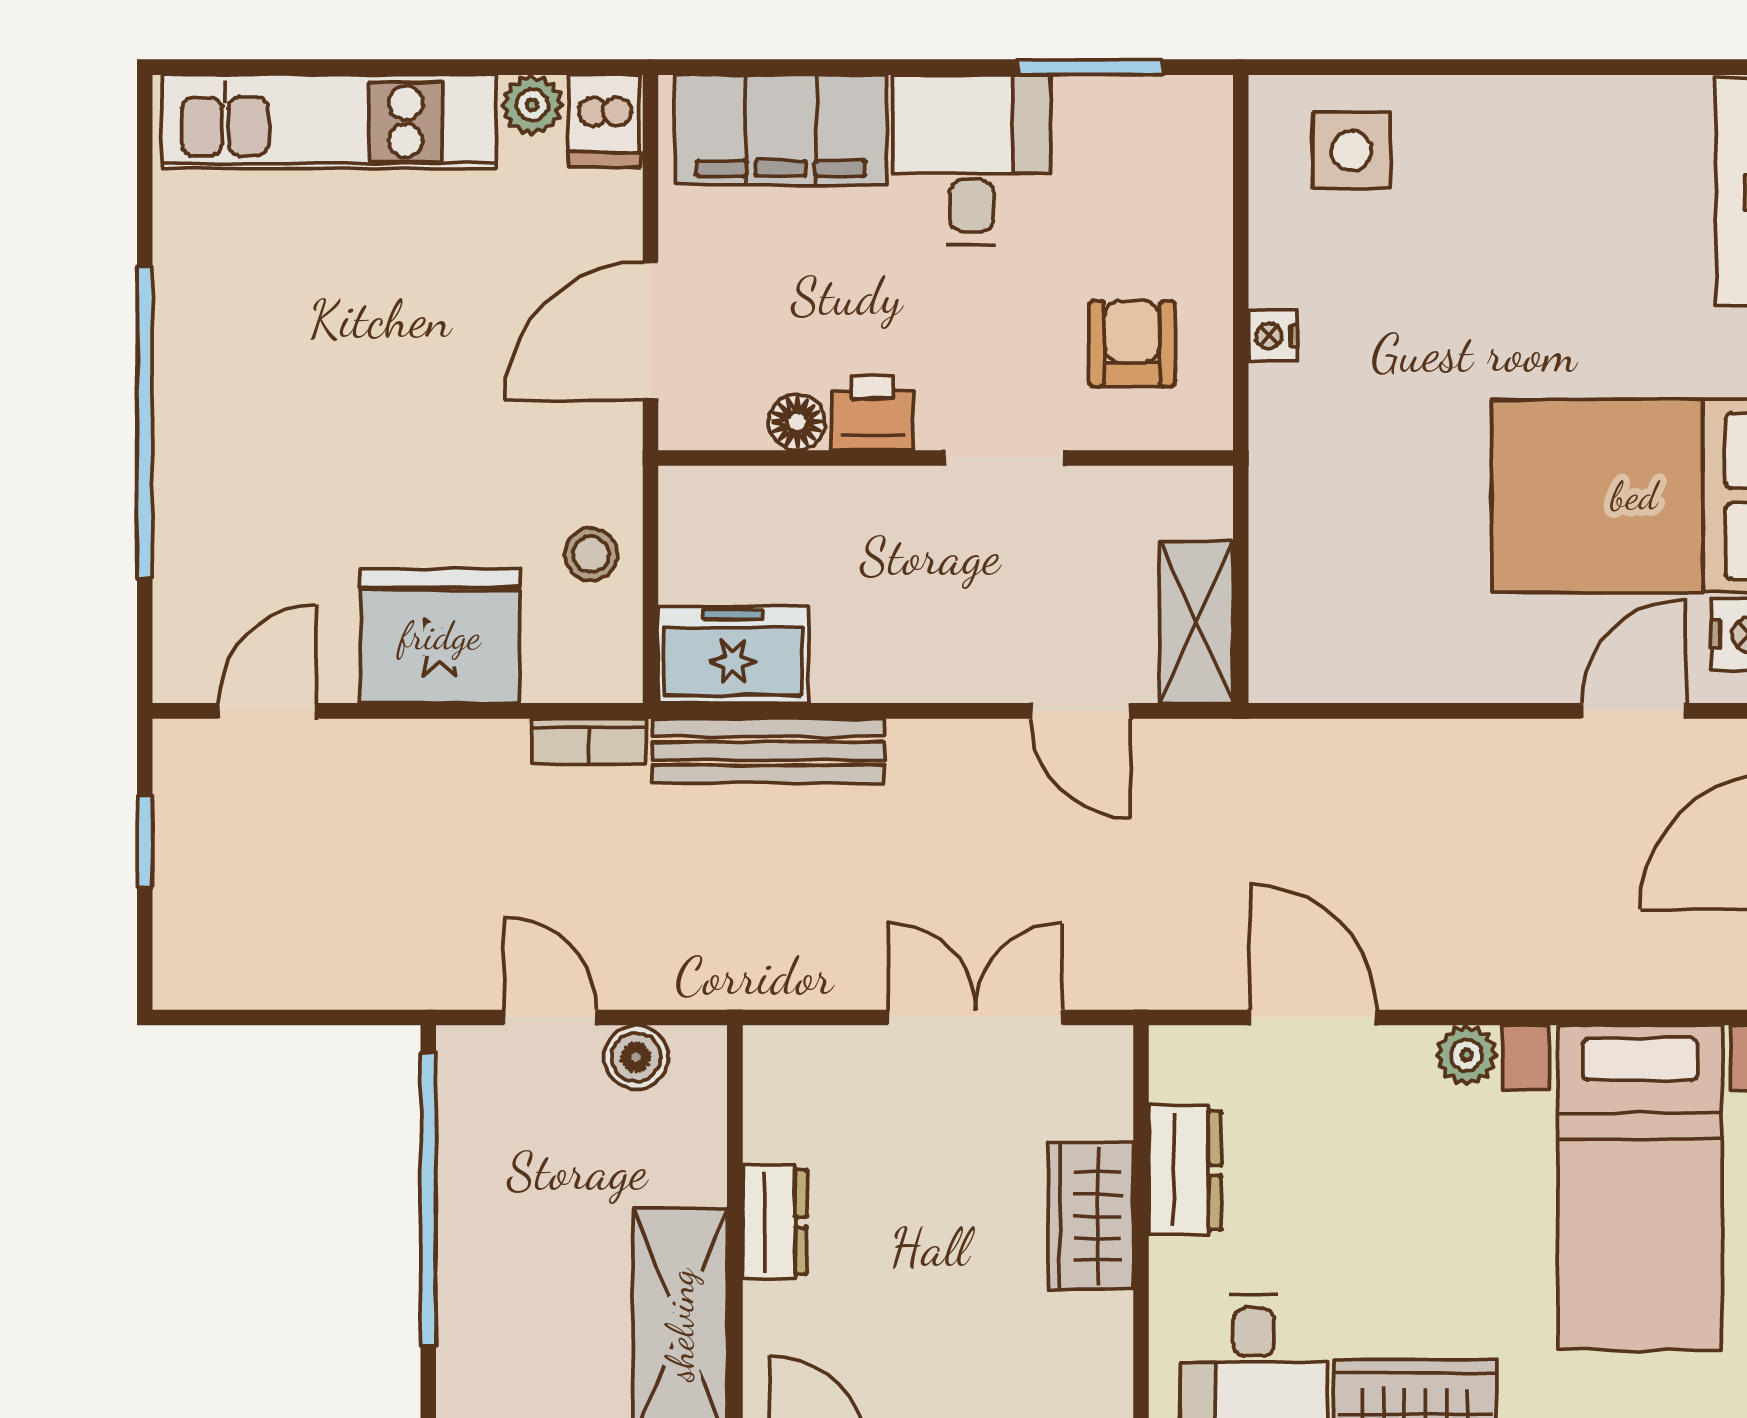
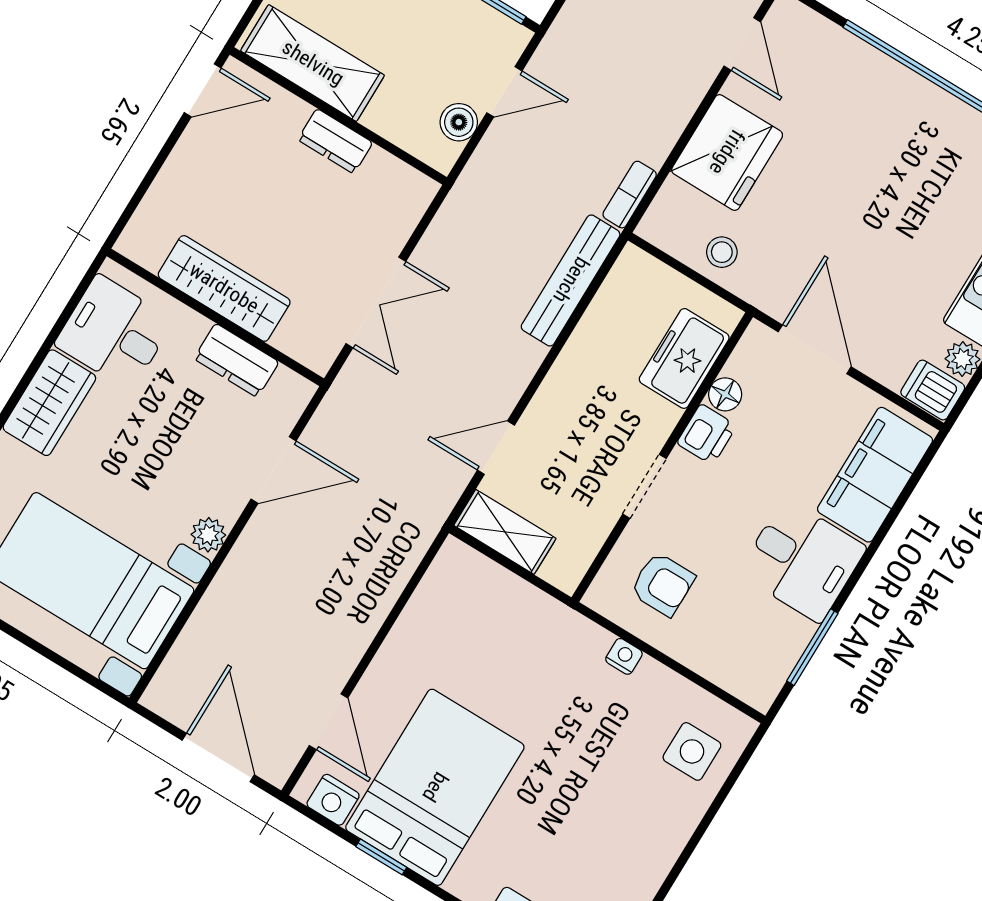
freezer: (733, 655) -> (684, 358), moved, turned 180
wardrobe: (1091, 1216) -> (224, 288), width x1.50

